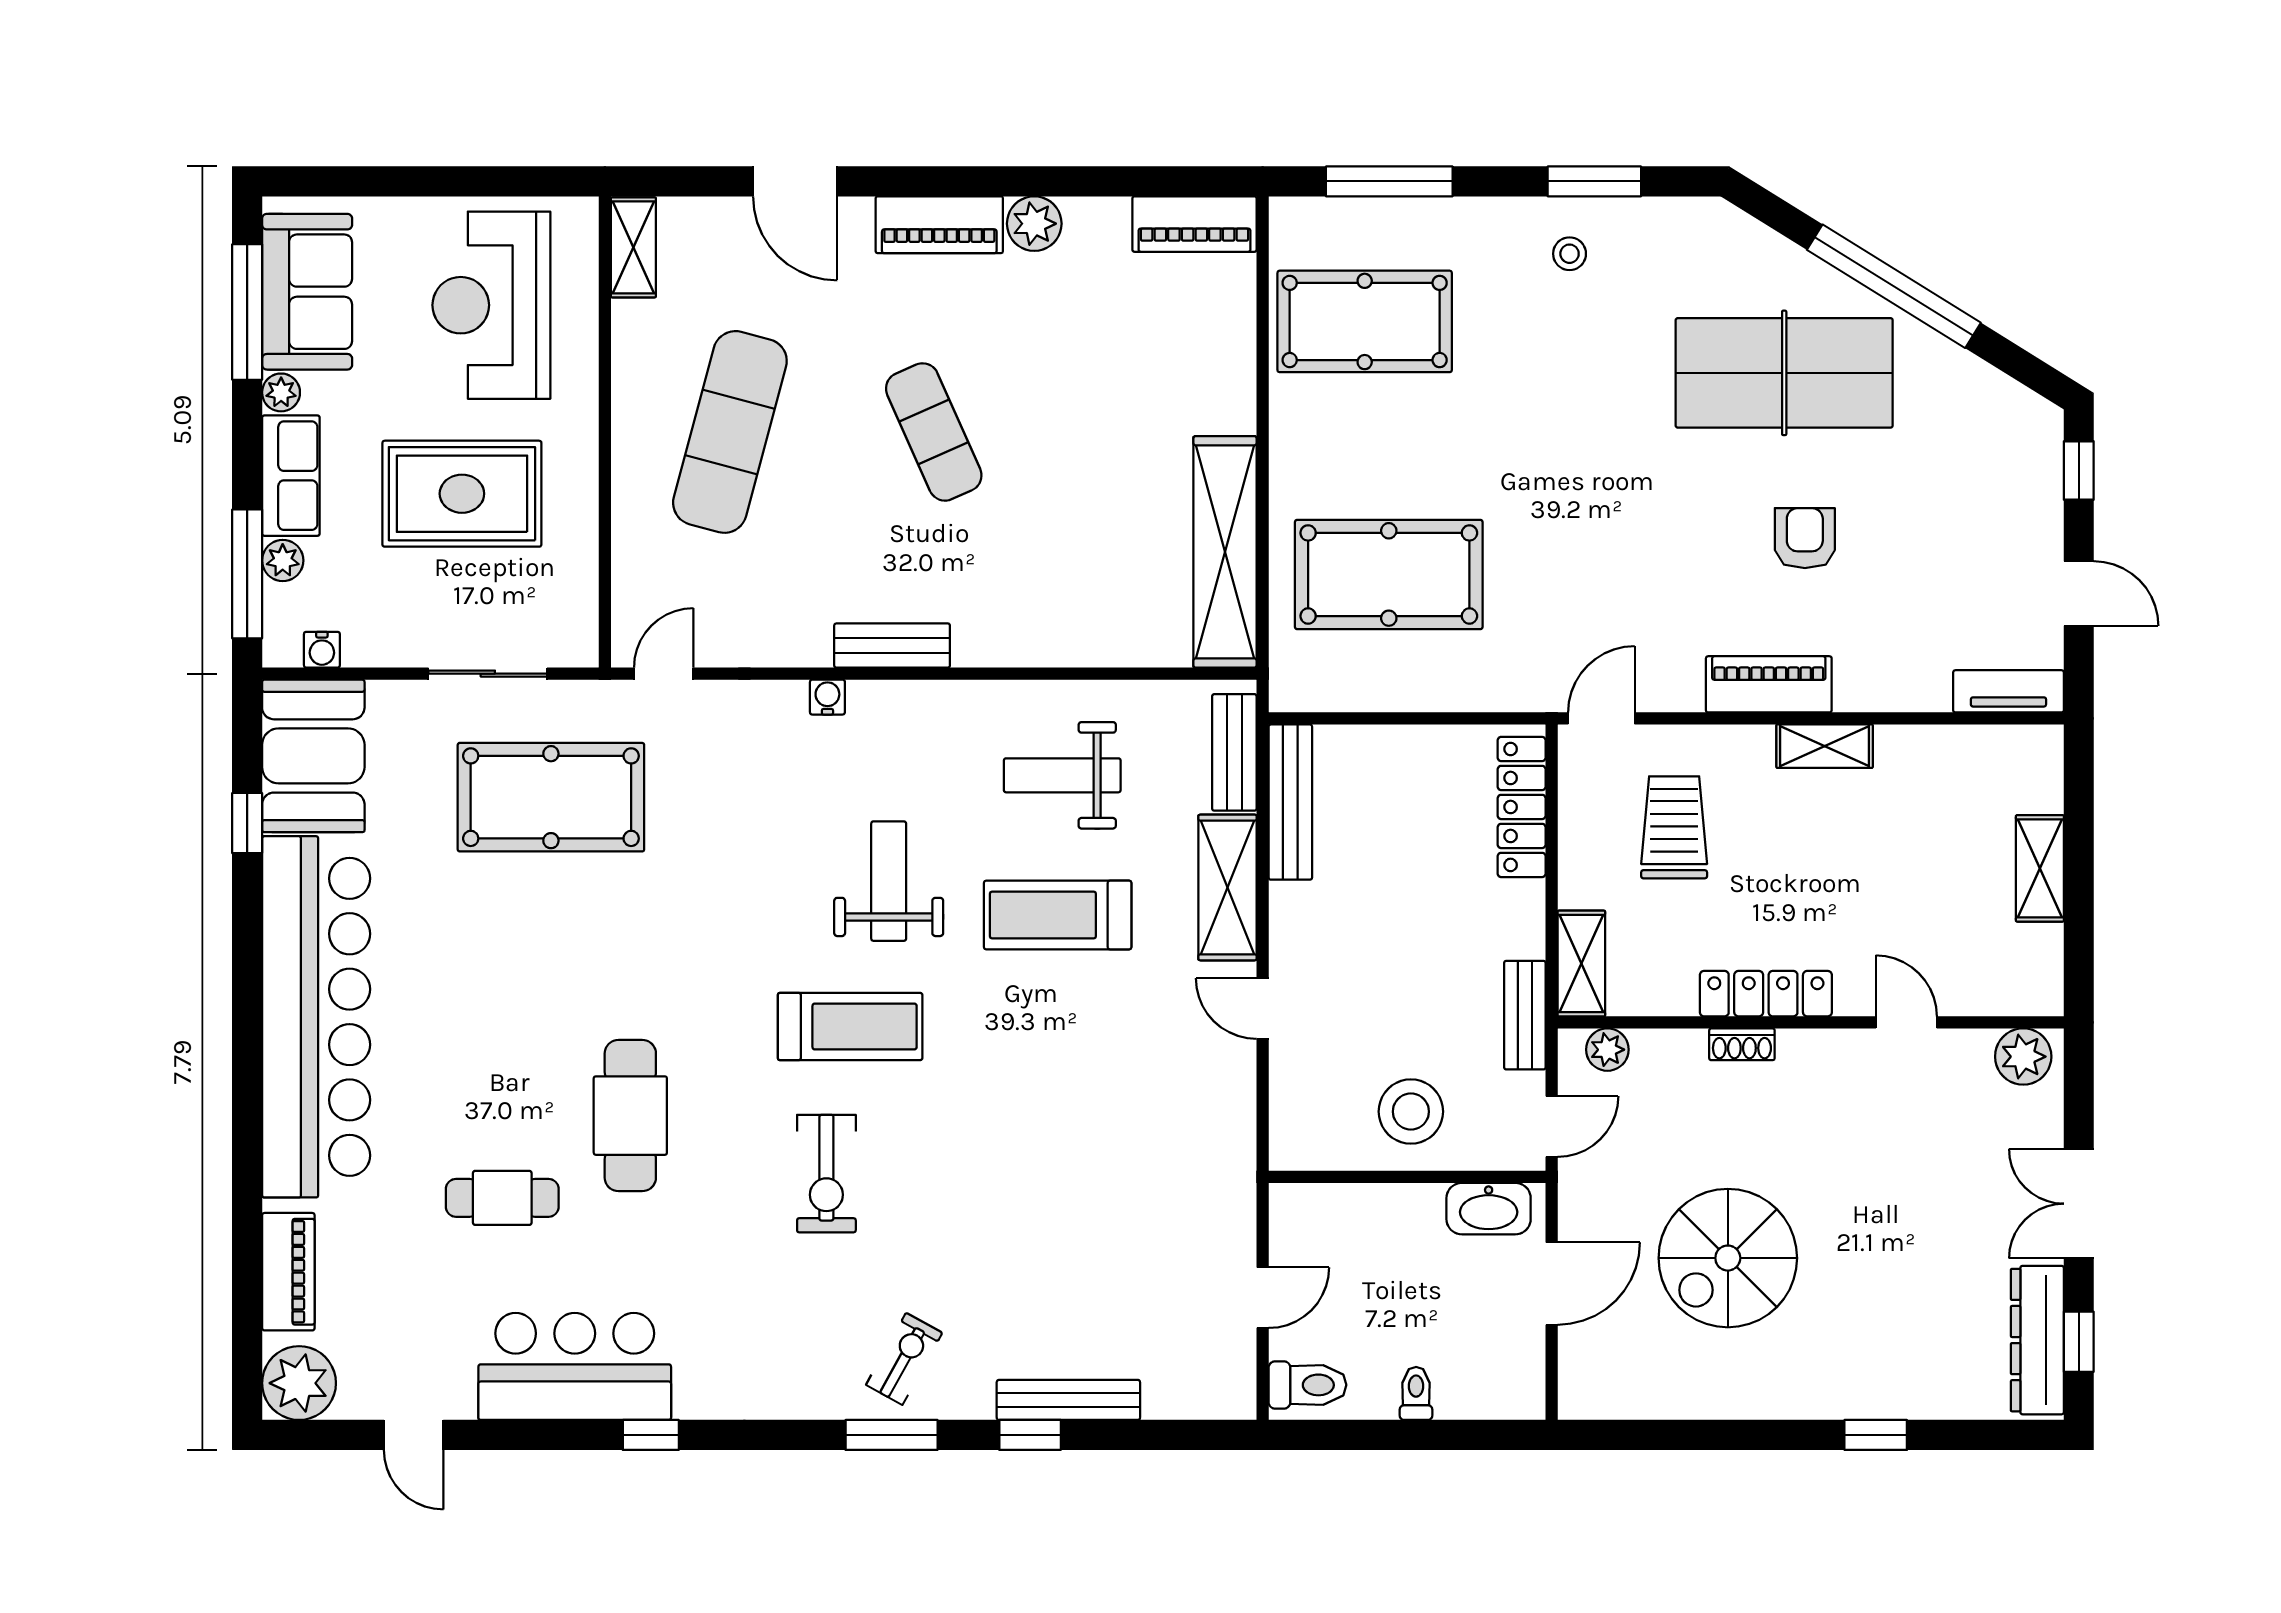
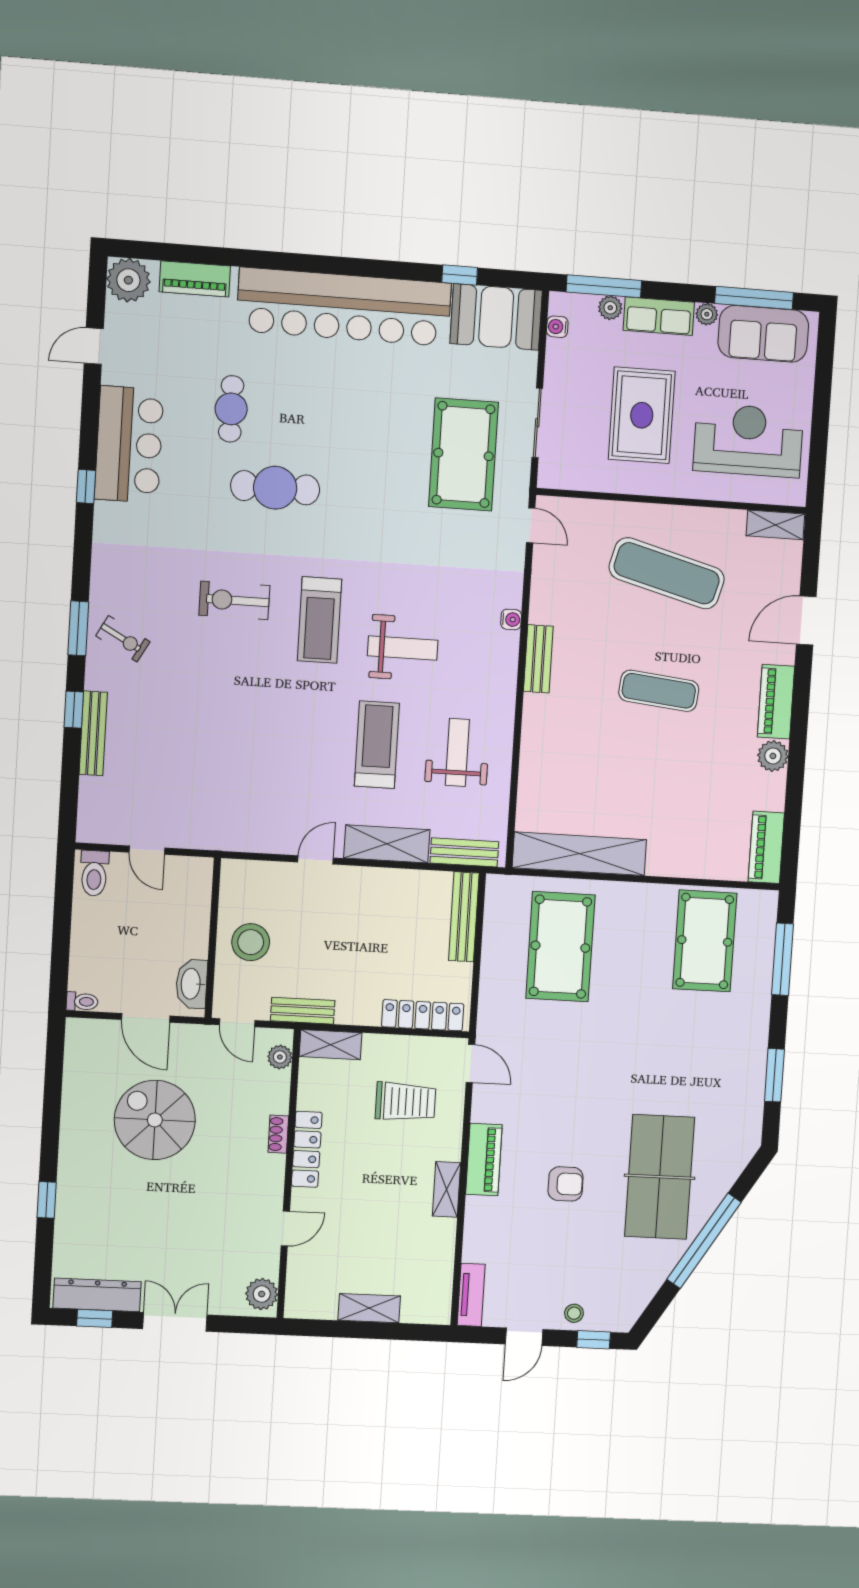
stool: (1570, 254) -> (574, 1313), moved
exercise mat: (934, 432) -> (659, 691), turned 30
bench: (1290, 802) -> (464, 917), moved, turned 90
toilet: (1416, 1393) -> (82, 1002), moved

